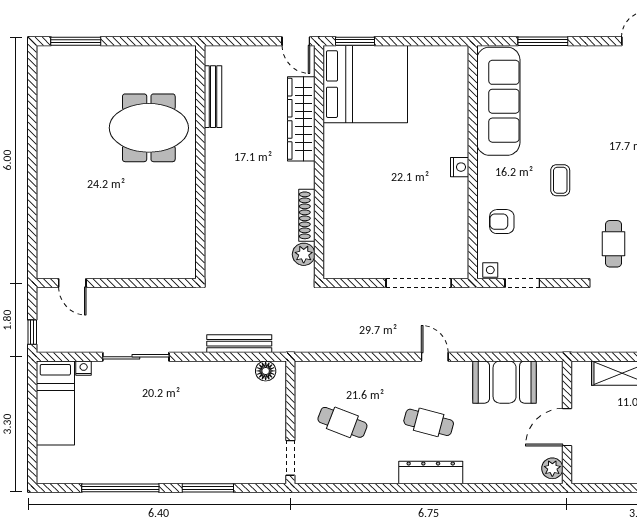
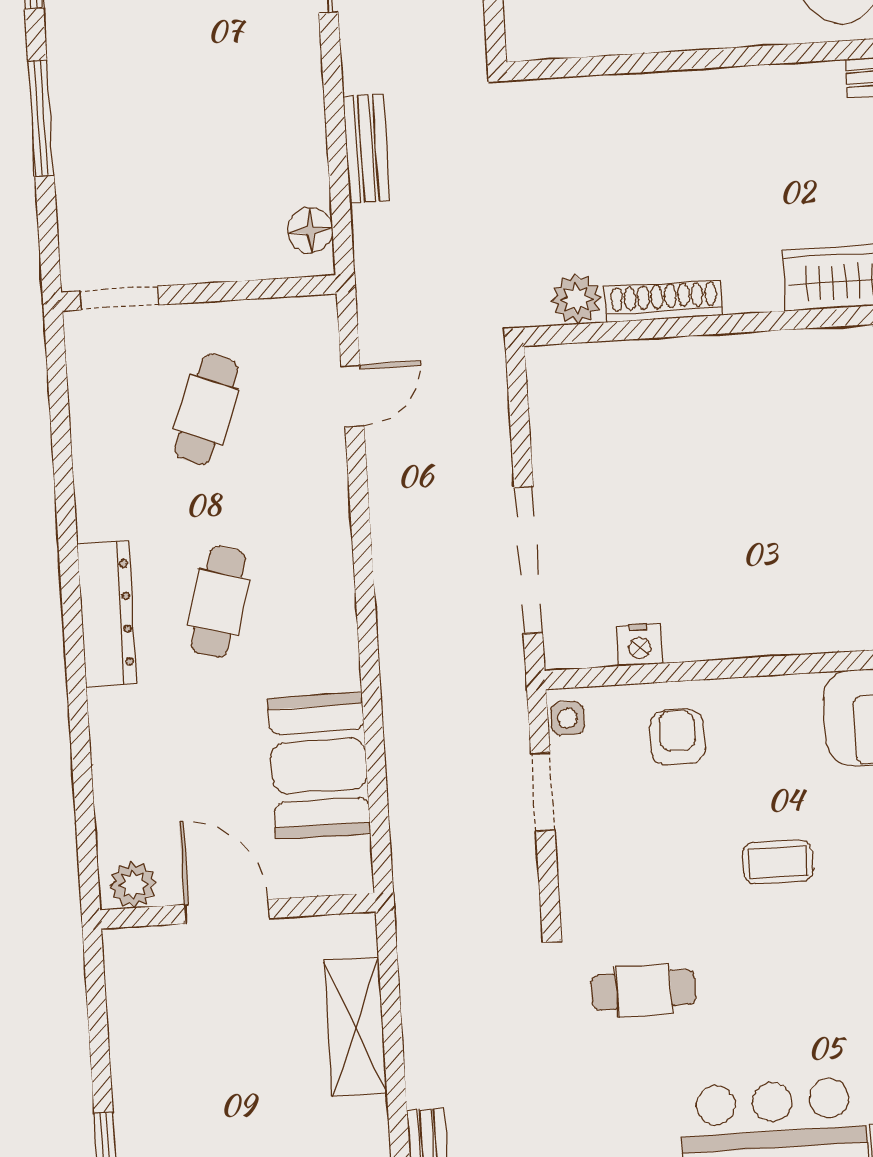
nightstand: (460, 167) -> (639, 645), moved
bench: (239, 344) -> (366, 148), width x0.73
door: (435, 357) -> (352, 396), moved

